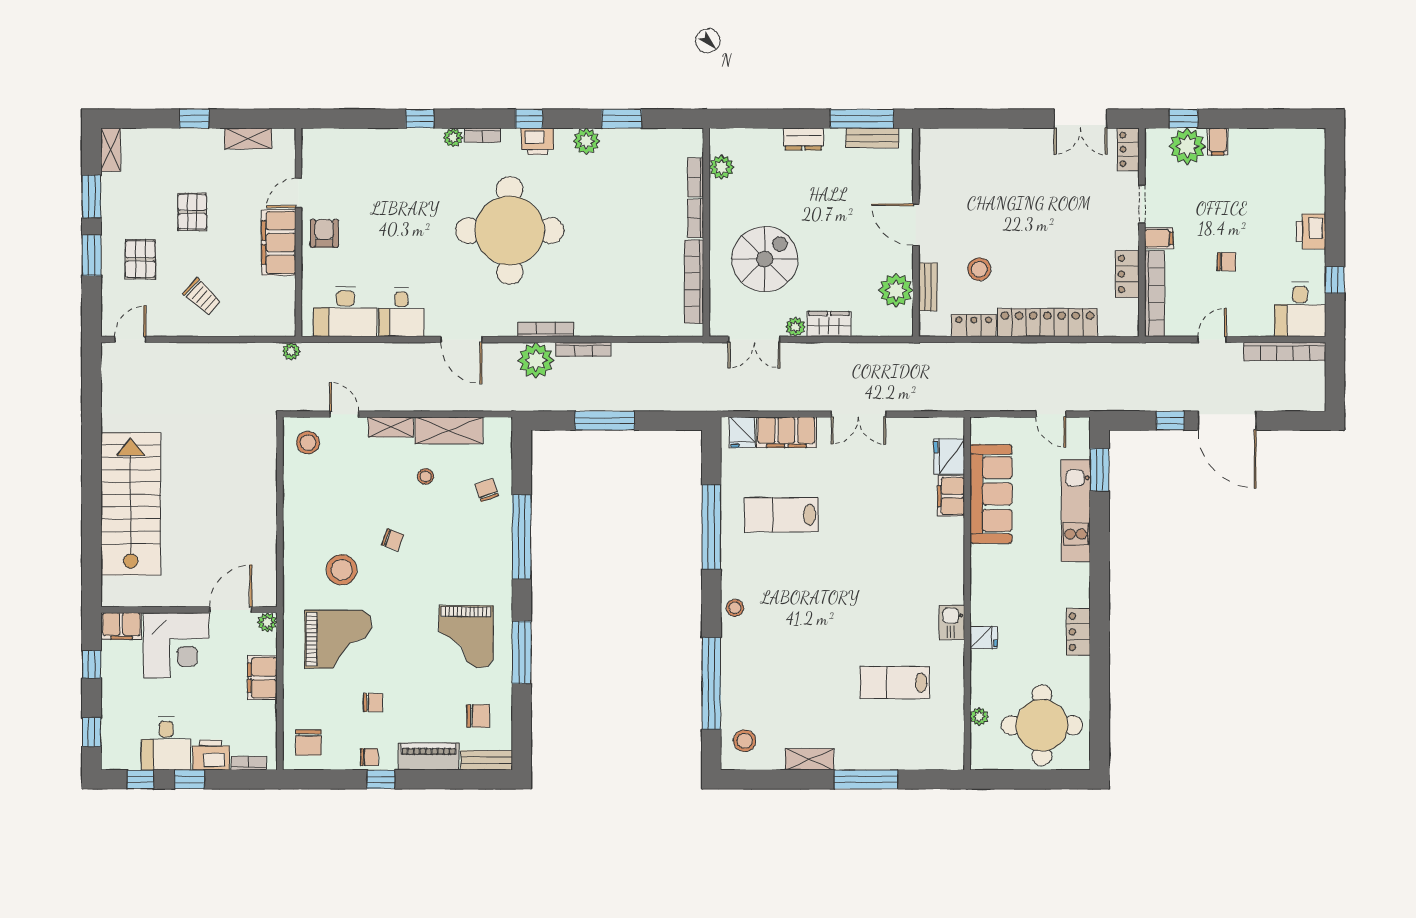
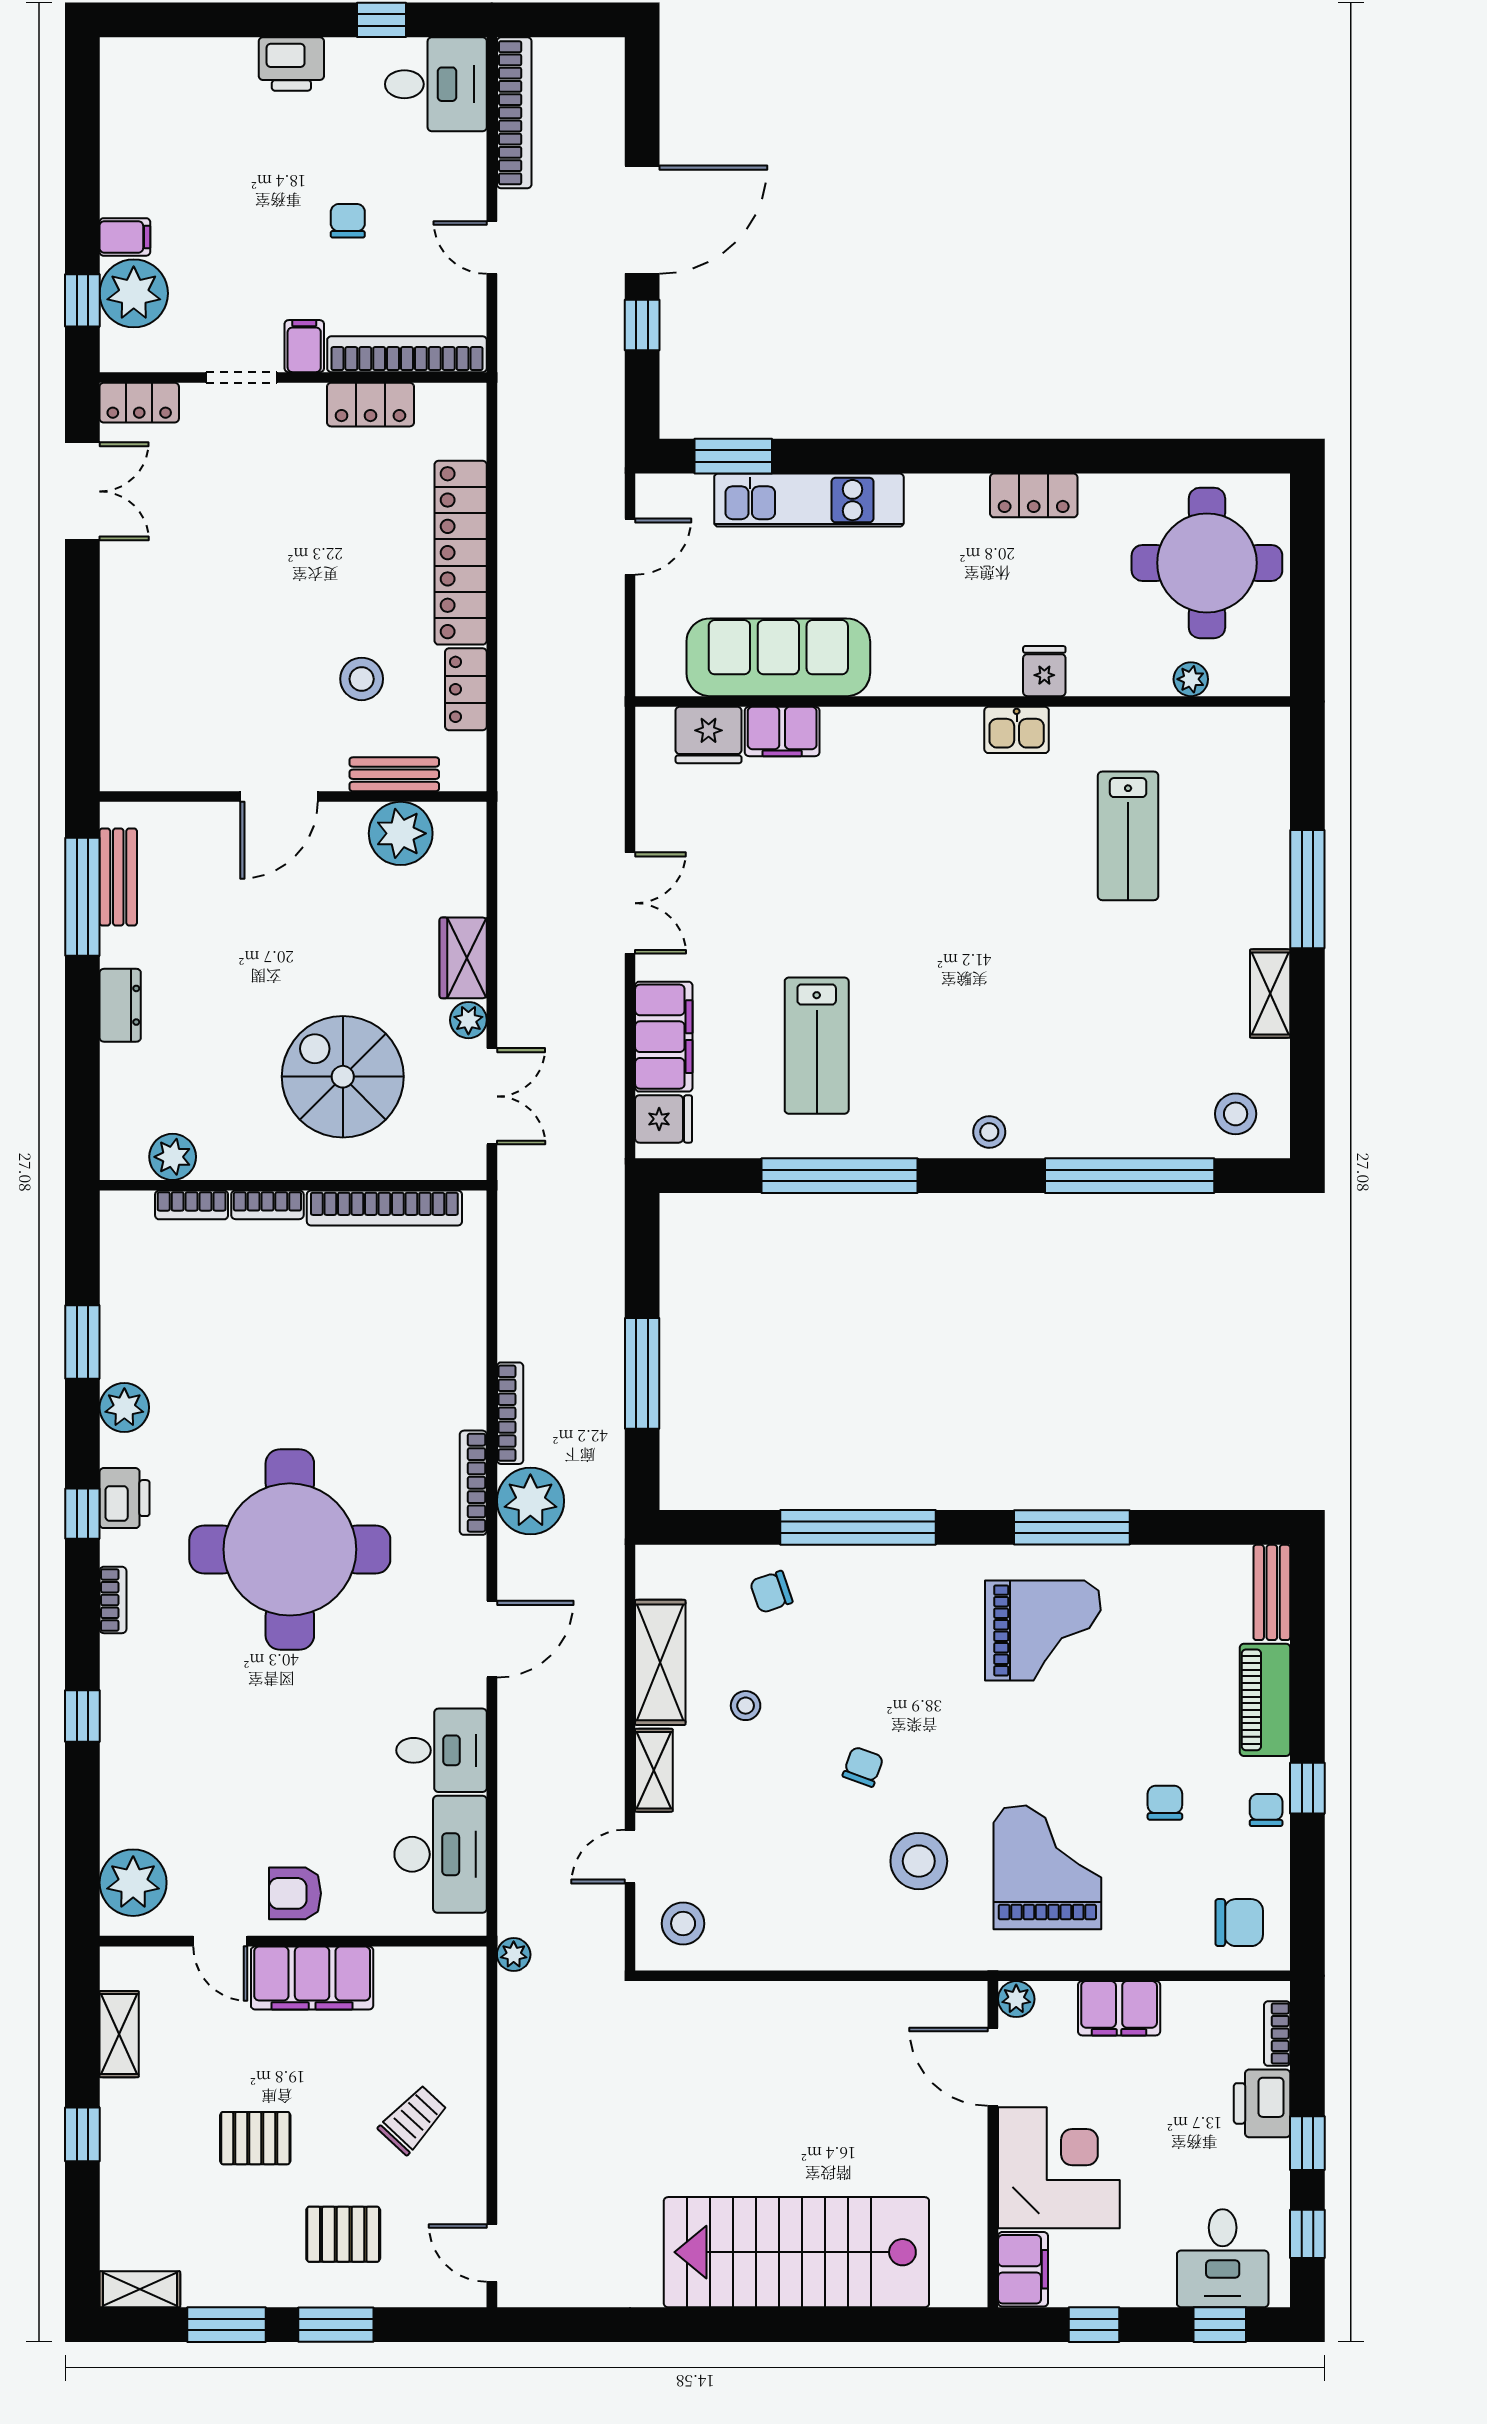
plant: (453, 138) -> (133, 1883), moved, width x1.88, depth x1.88
chair: (478, 716) -> (1190, 1608), removed
desk: (166, 744) -> (1223, 2258), moved, turned 90

